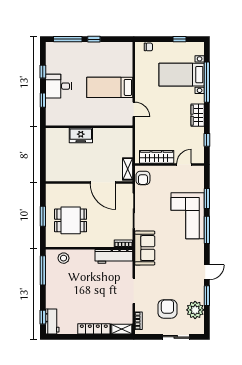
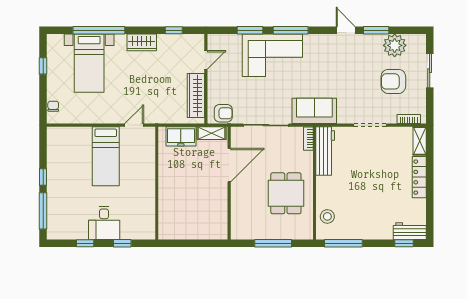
freezer: (81, 135) -> (181, 136), moved, turned 90
door: (184, 165) -> (206, 60), swing flipped
window: (43, 216) -> (273, 243), width x1.44
dining table: (71, 220) -> (286, 193), moved

